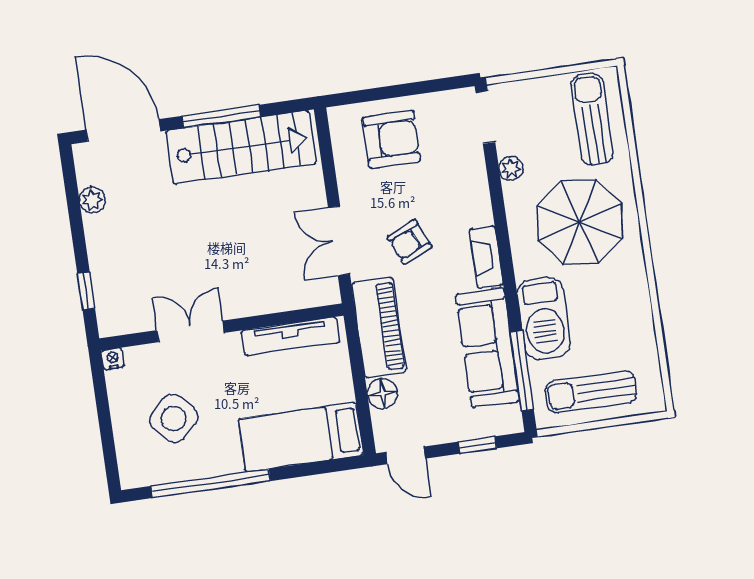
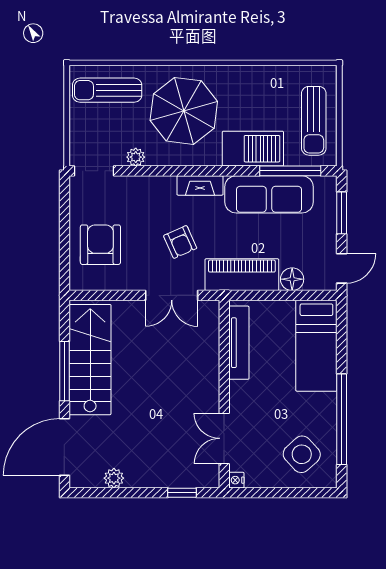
double door: (191, 331) -> (224, 438), moved
side table: (174, 419) -> (302, 454), moved
window: (477, 445) -> (342, 213), width x1.50

